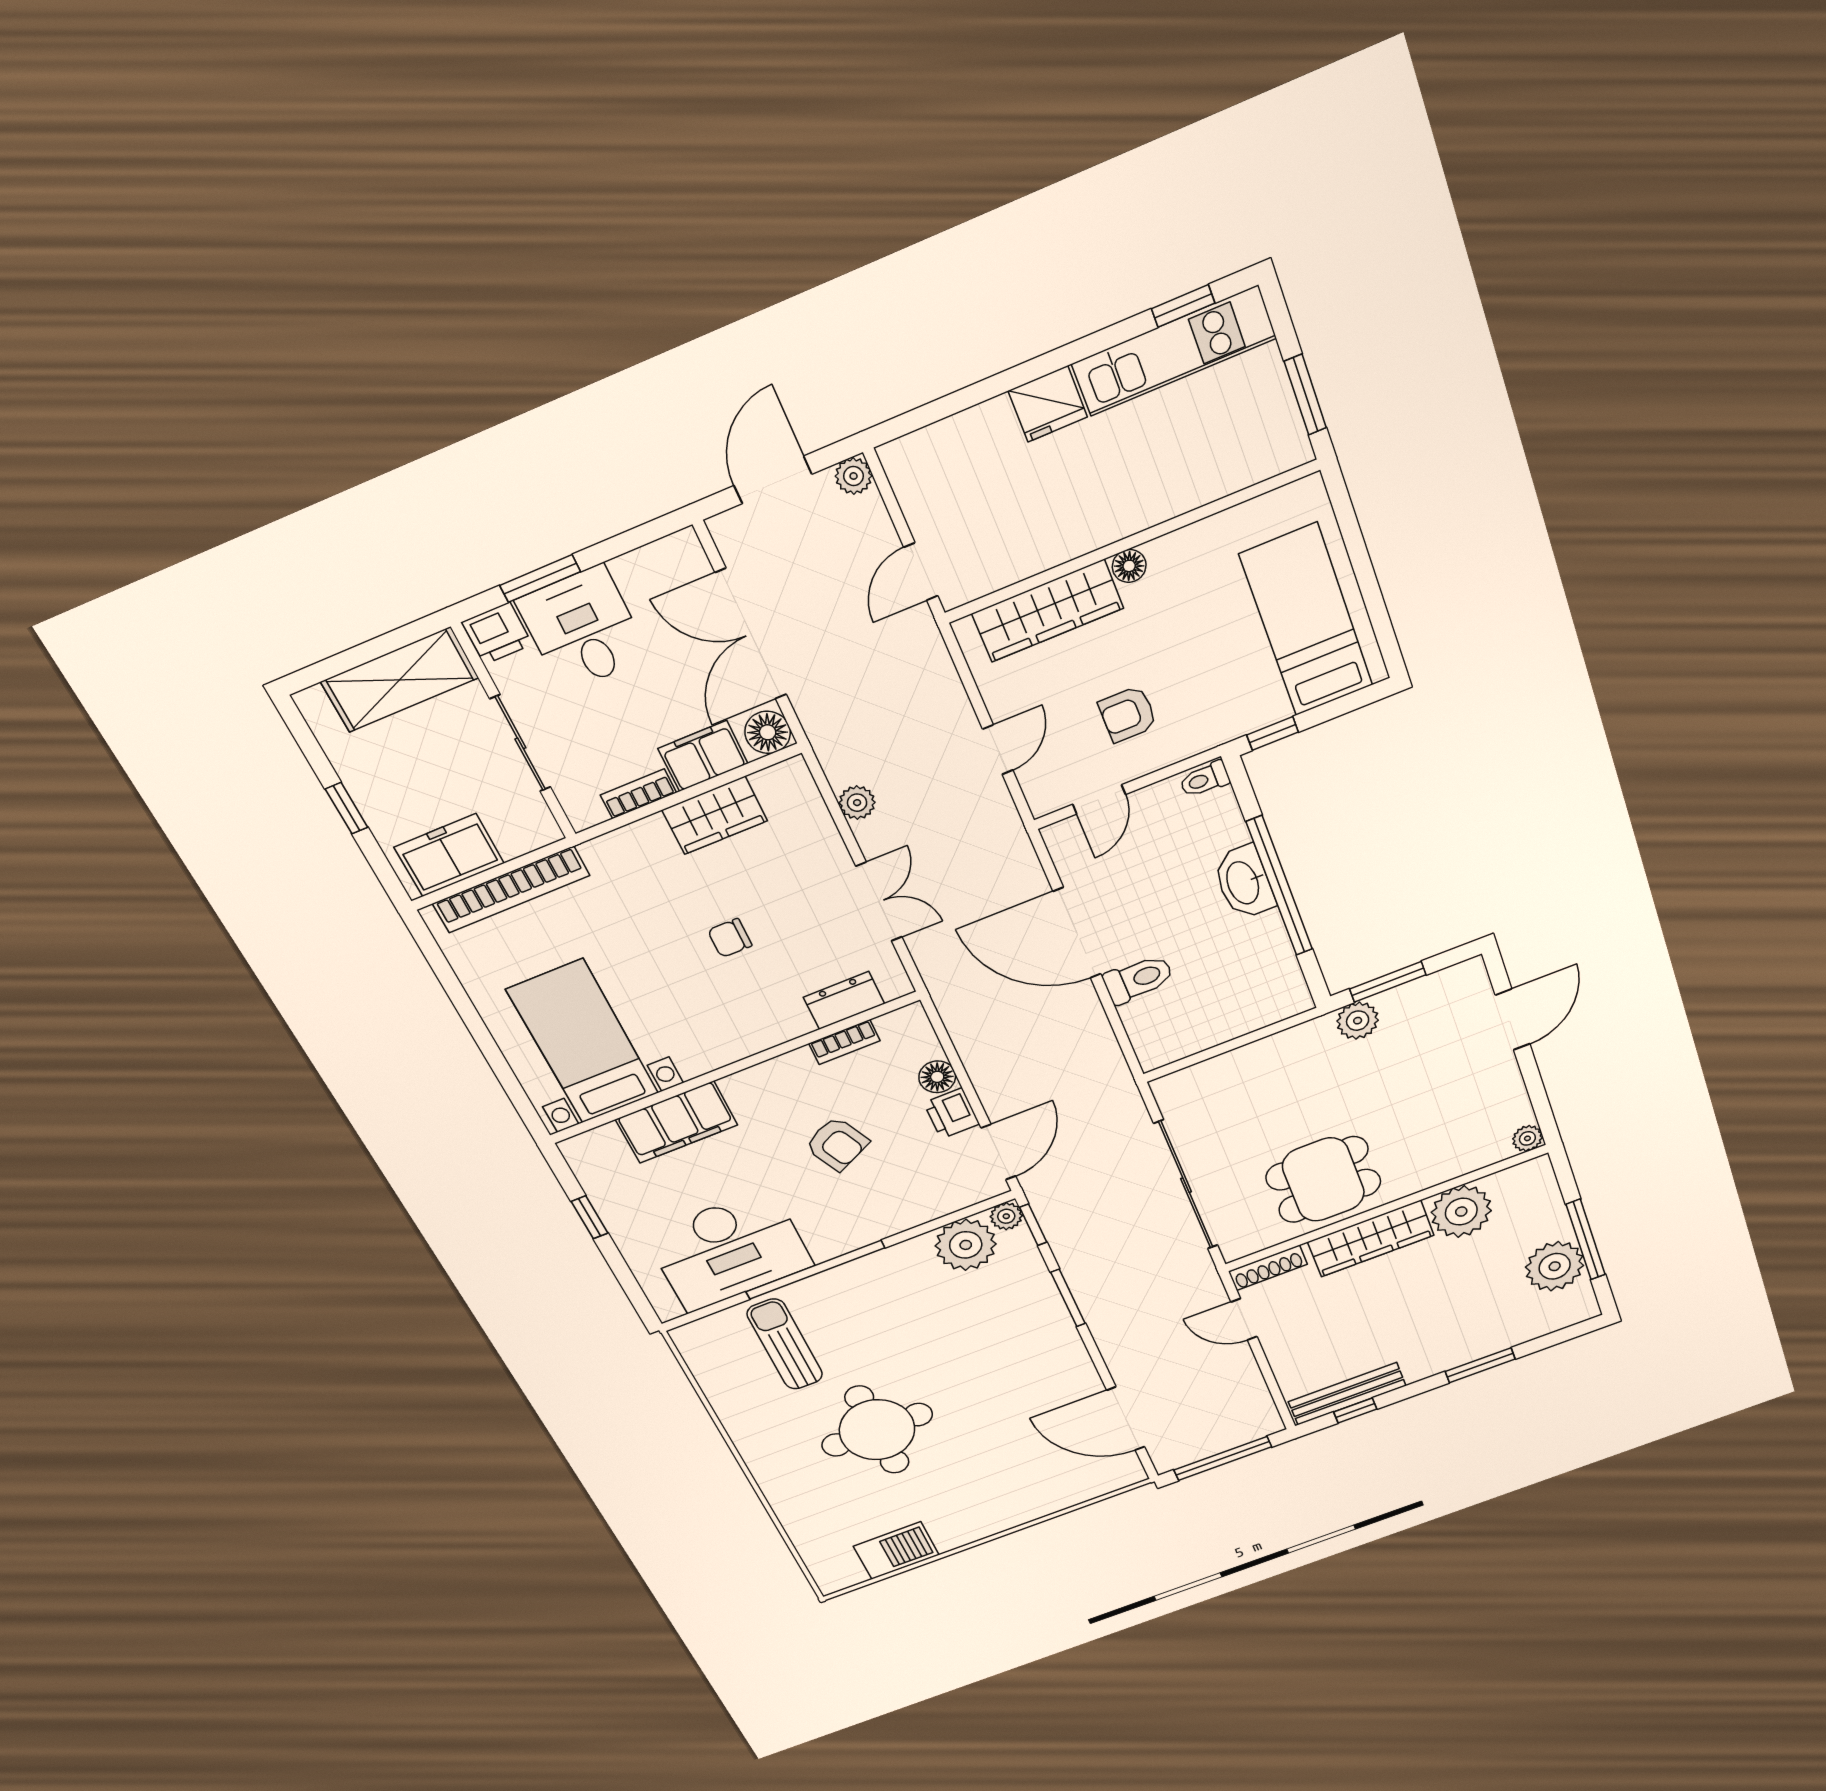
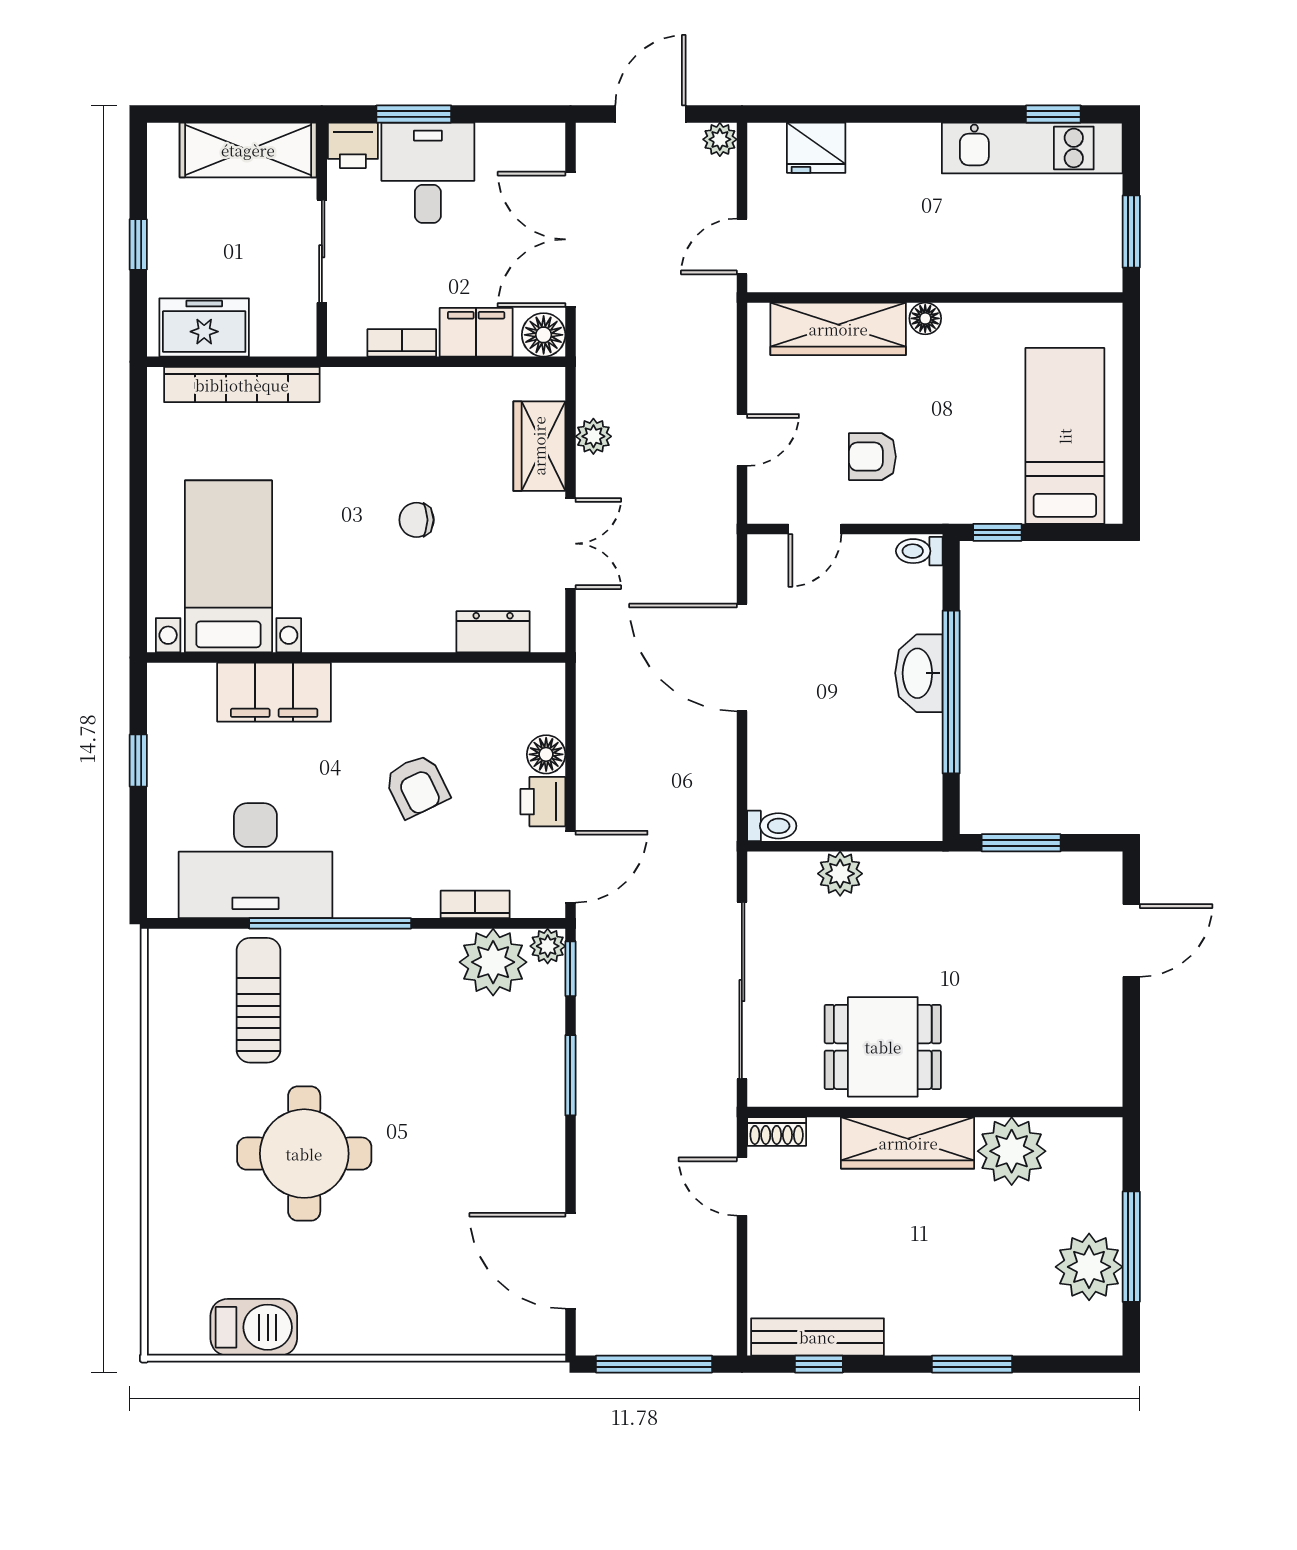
fridge: (1048, 404) -> (816, 148), moved
wardrobe: (715, 815) -> (539, 446), moved, turned 90
toilet: (1138, 979) -> (772, 826), moved, width x0.73, depth x0.72
plant: (1358, 1021) -> (840, 874), moved
bookcase: (844, 1042) -> (475, 904), moved, turned 180
plant: (1527, 1138) -> (1106, 1090), removed
shoe rack: (1268, 1268) -> (777, 1131), width x0.70

